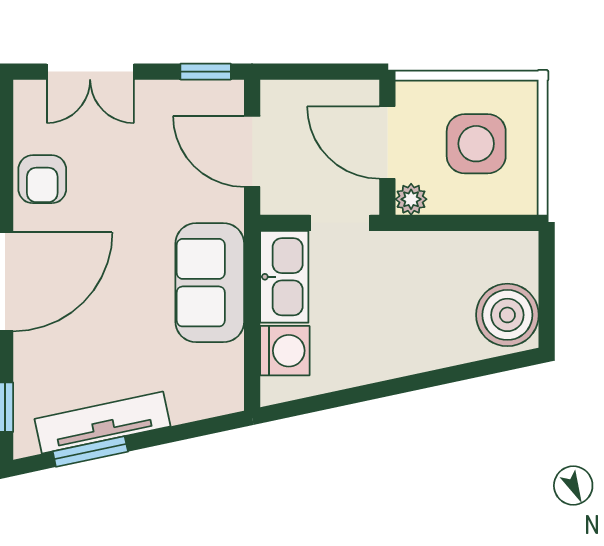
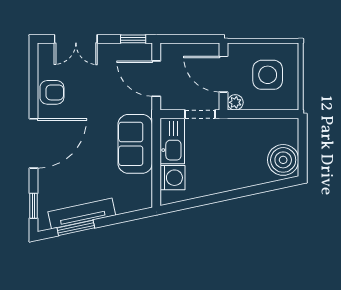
armchair: (42, 179) -> (52, 92), turned -90

